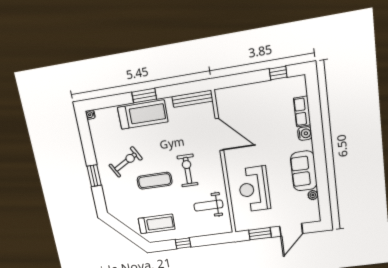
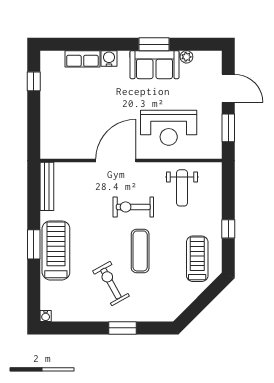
door: (219, 134) -> (116, 161), moved
window: (321, 168) -> (154, 44), added

